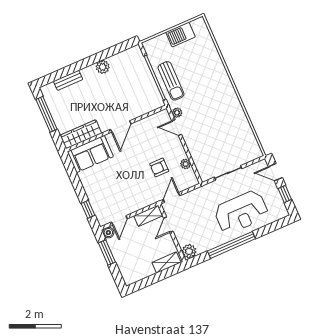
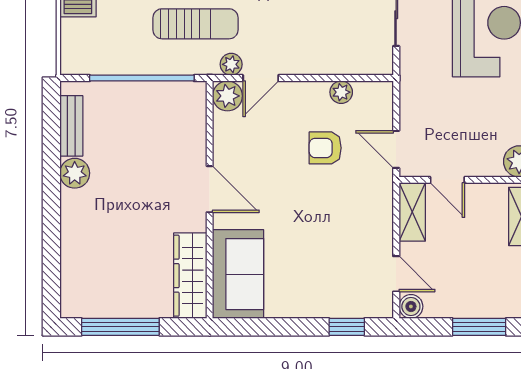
bench: (68, 80) -> (71, 126), moved
sun lounger: (171, 81) -> (195, 24), moved
plant: (163, 117) -> (227, 96), added
armchair: (159, 167) -> (325, 148), turned 90
window: (107, 252) -> (479, 327), moved

